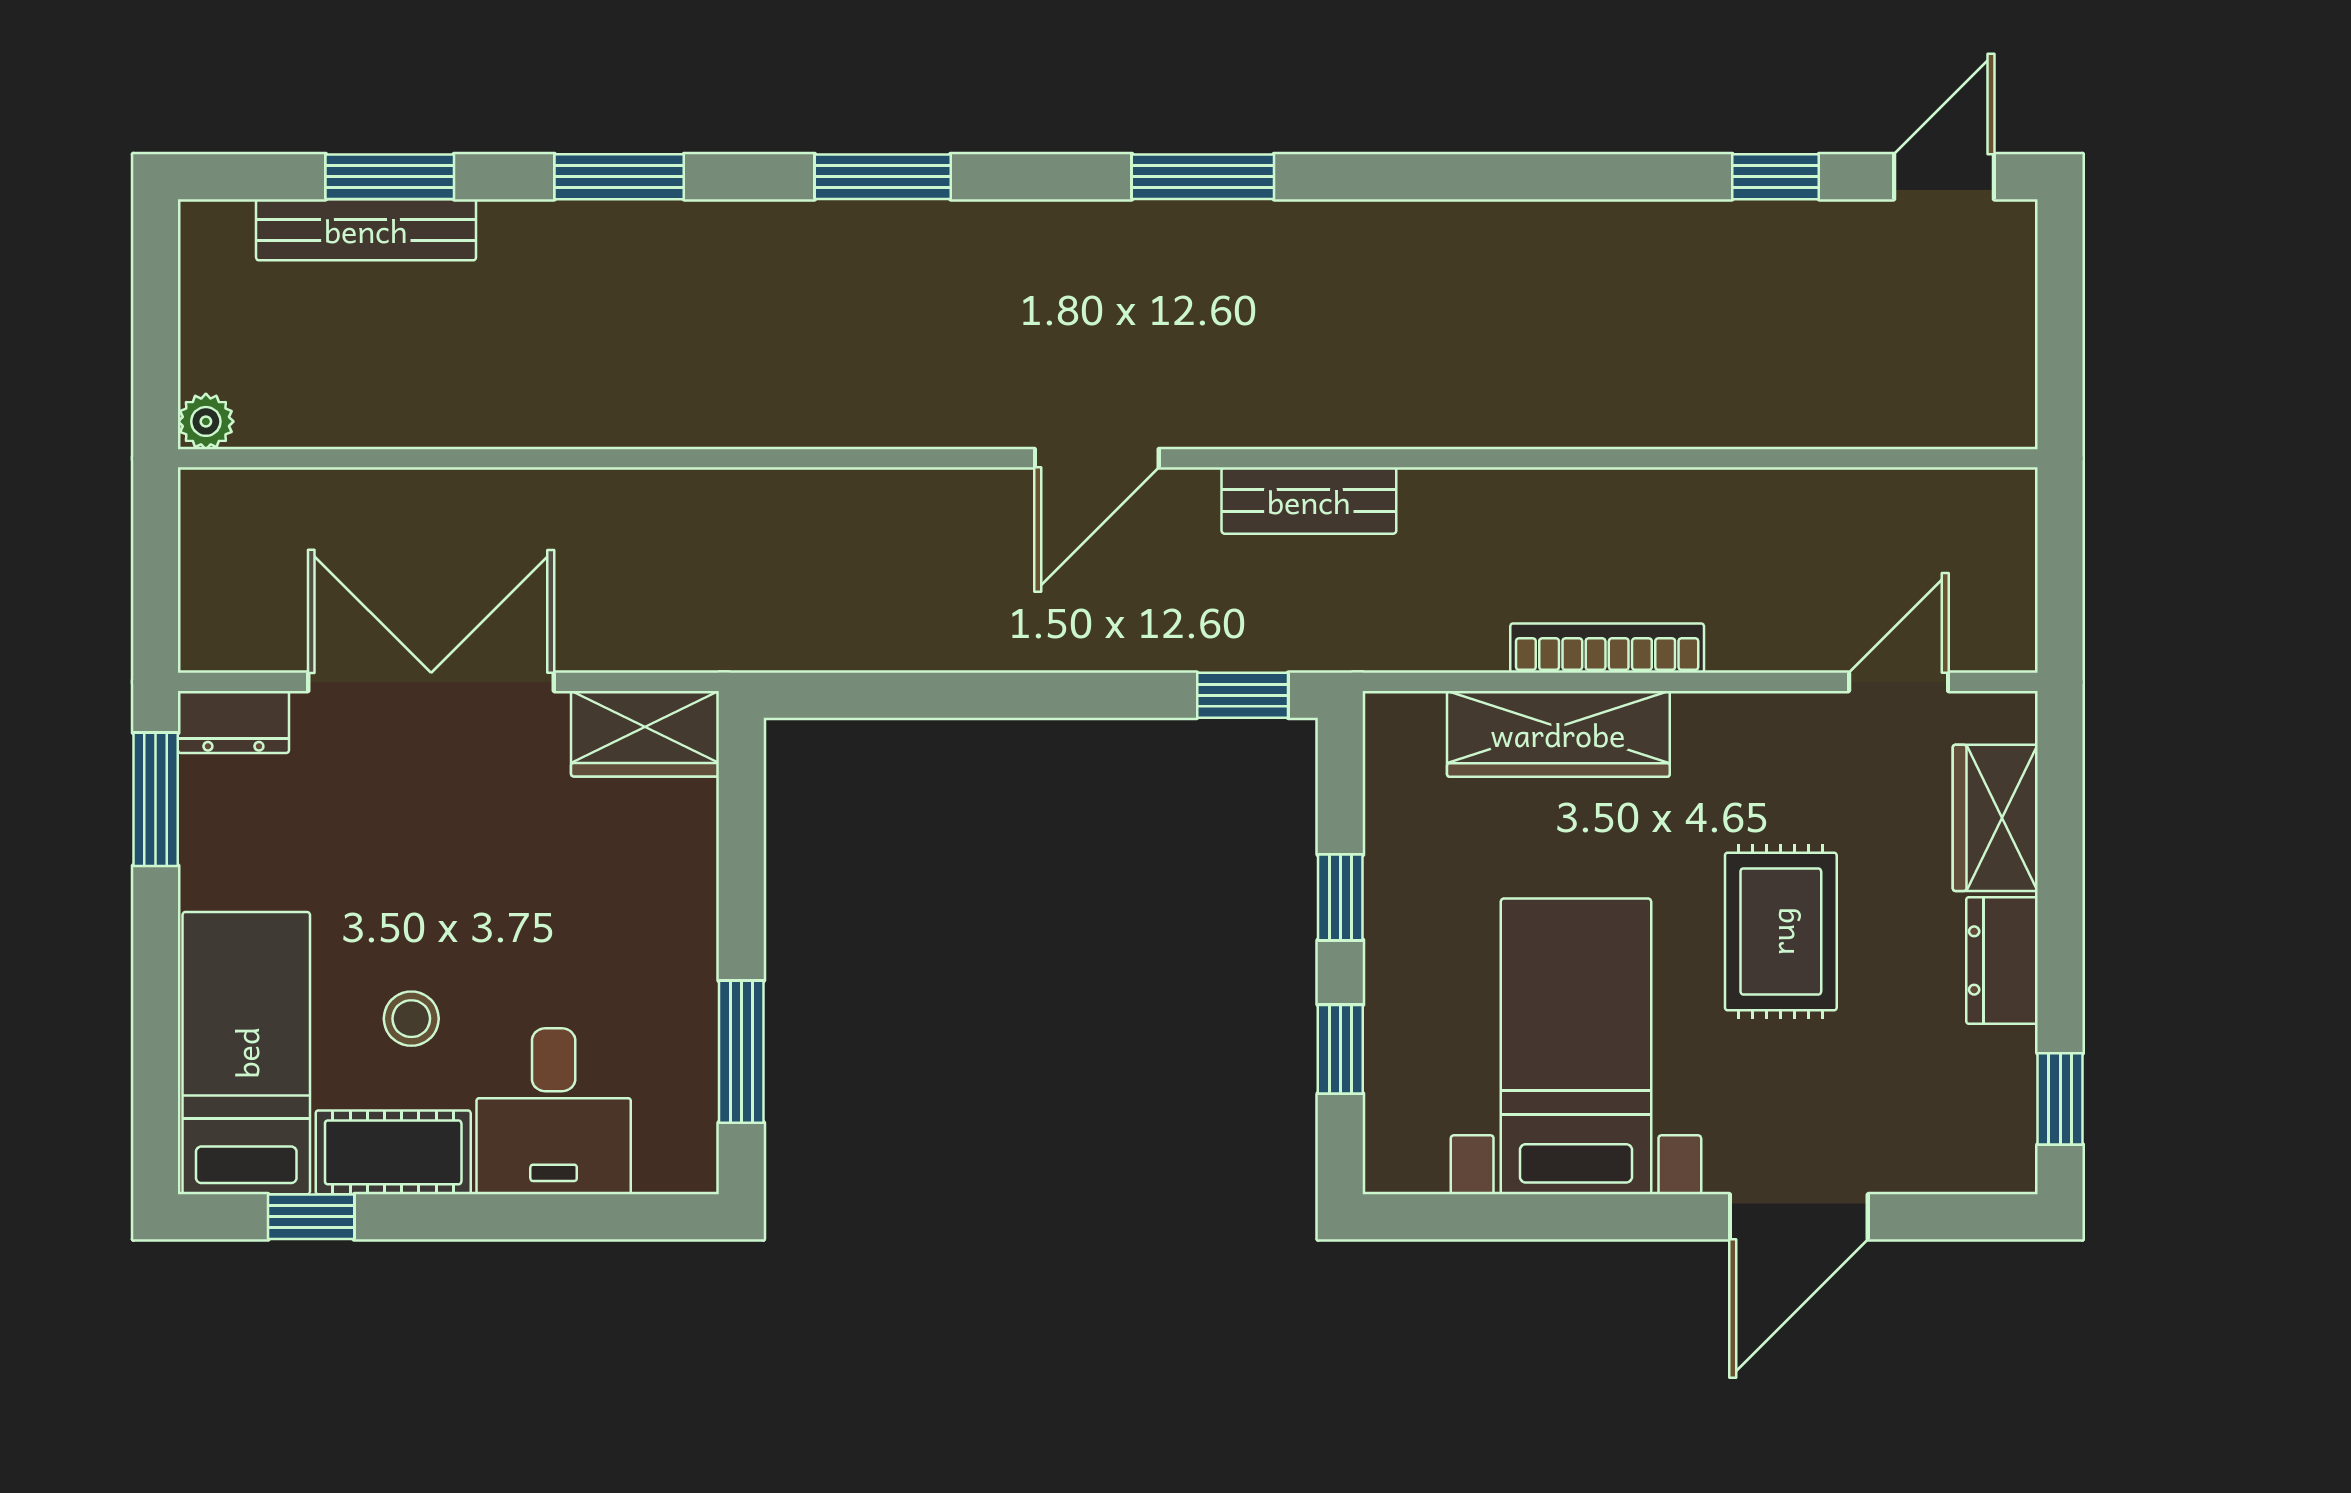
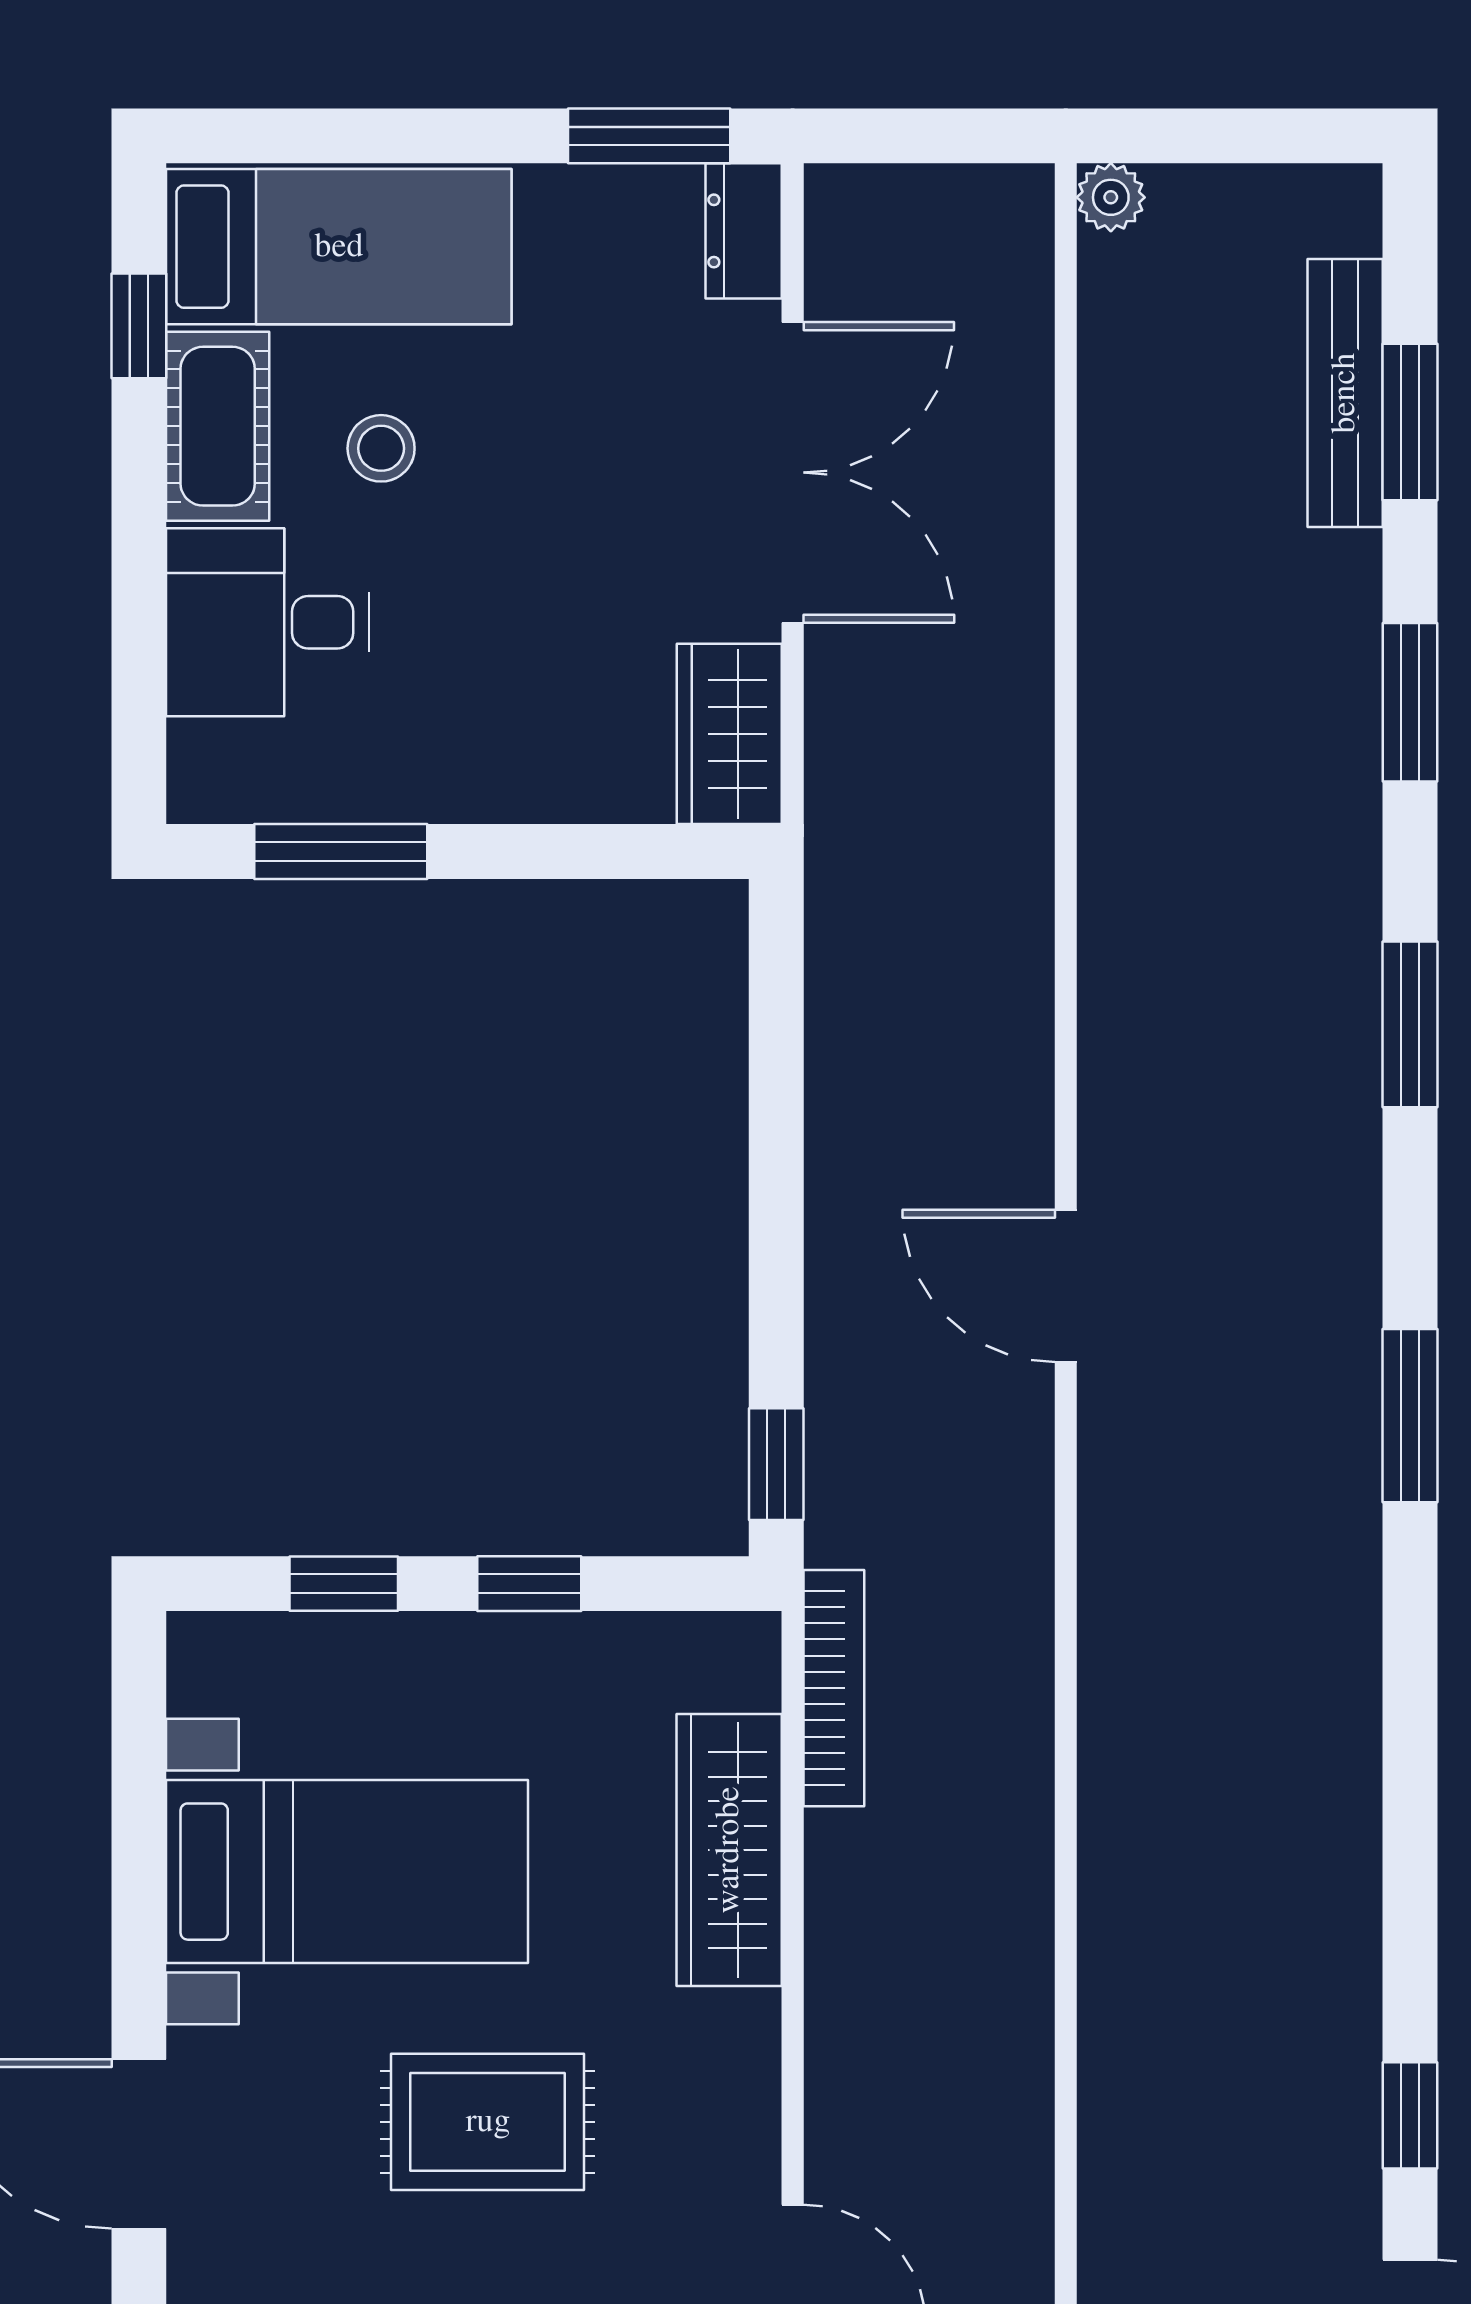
bench: (1309, 501) -> (1014, 1545), removed
bookcase: (1607, 648) -> (834, 1688), moved

